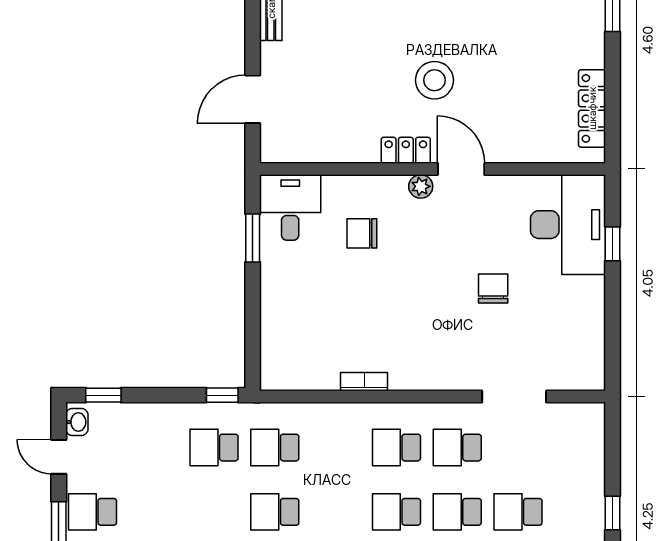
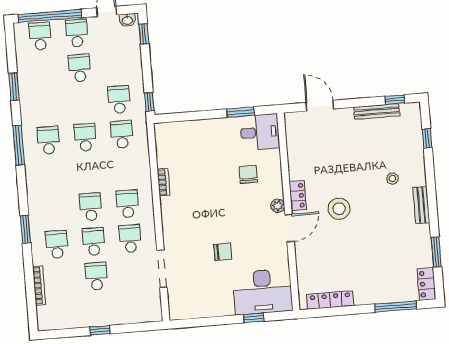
school desk: (153, 512) -> (80, 68), added

